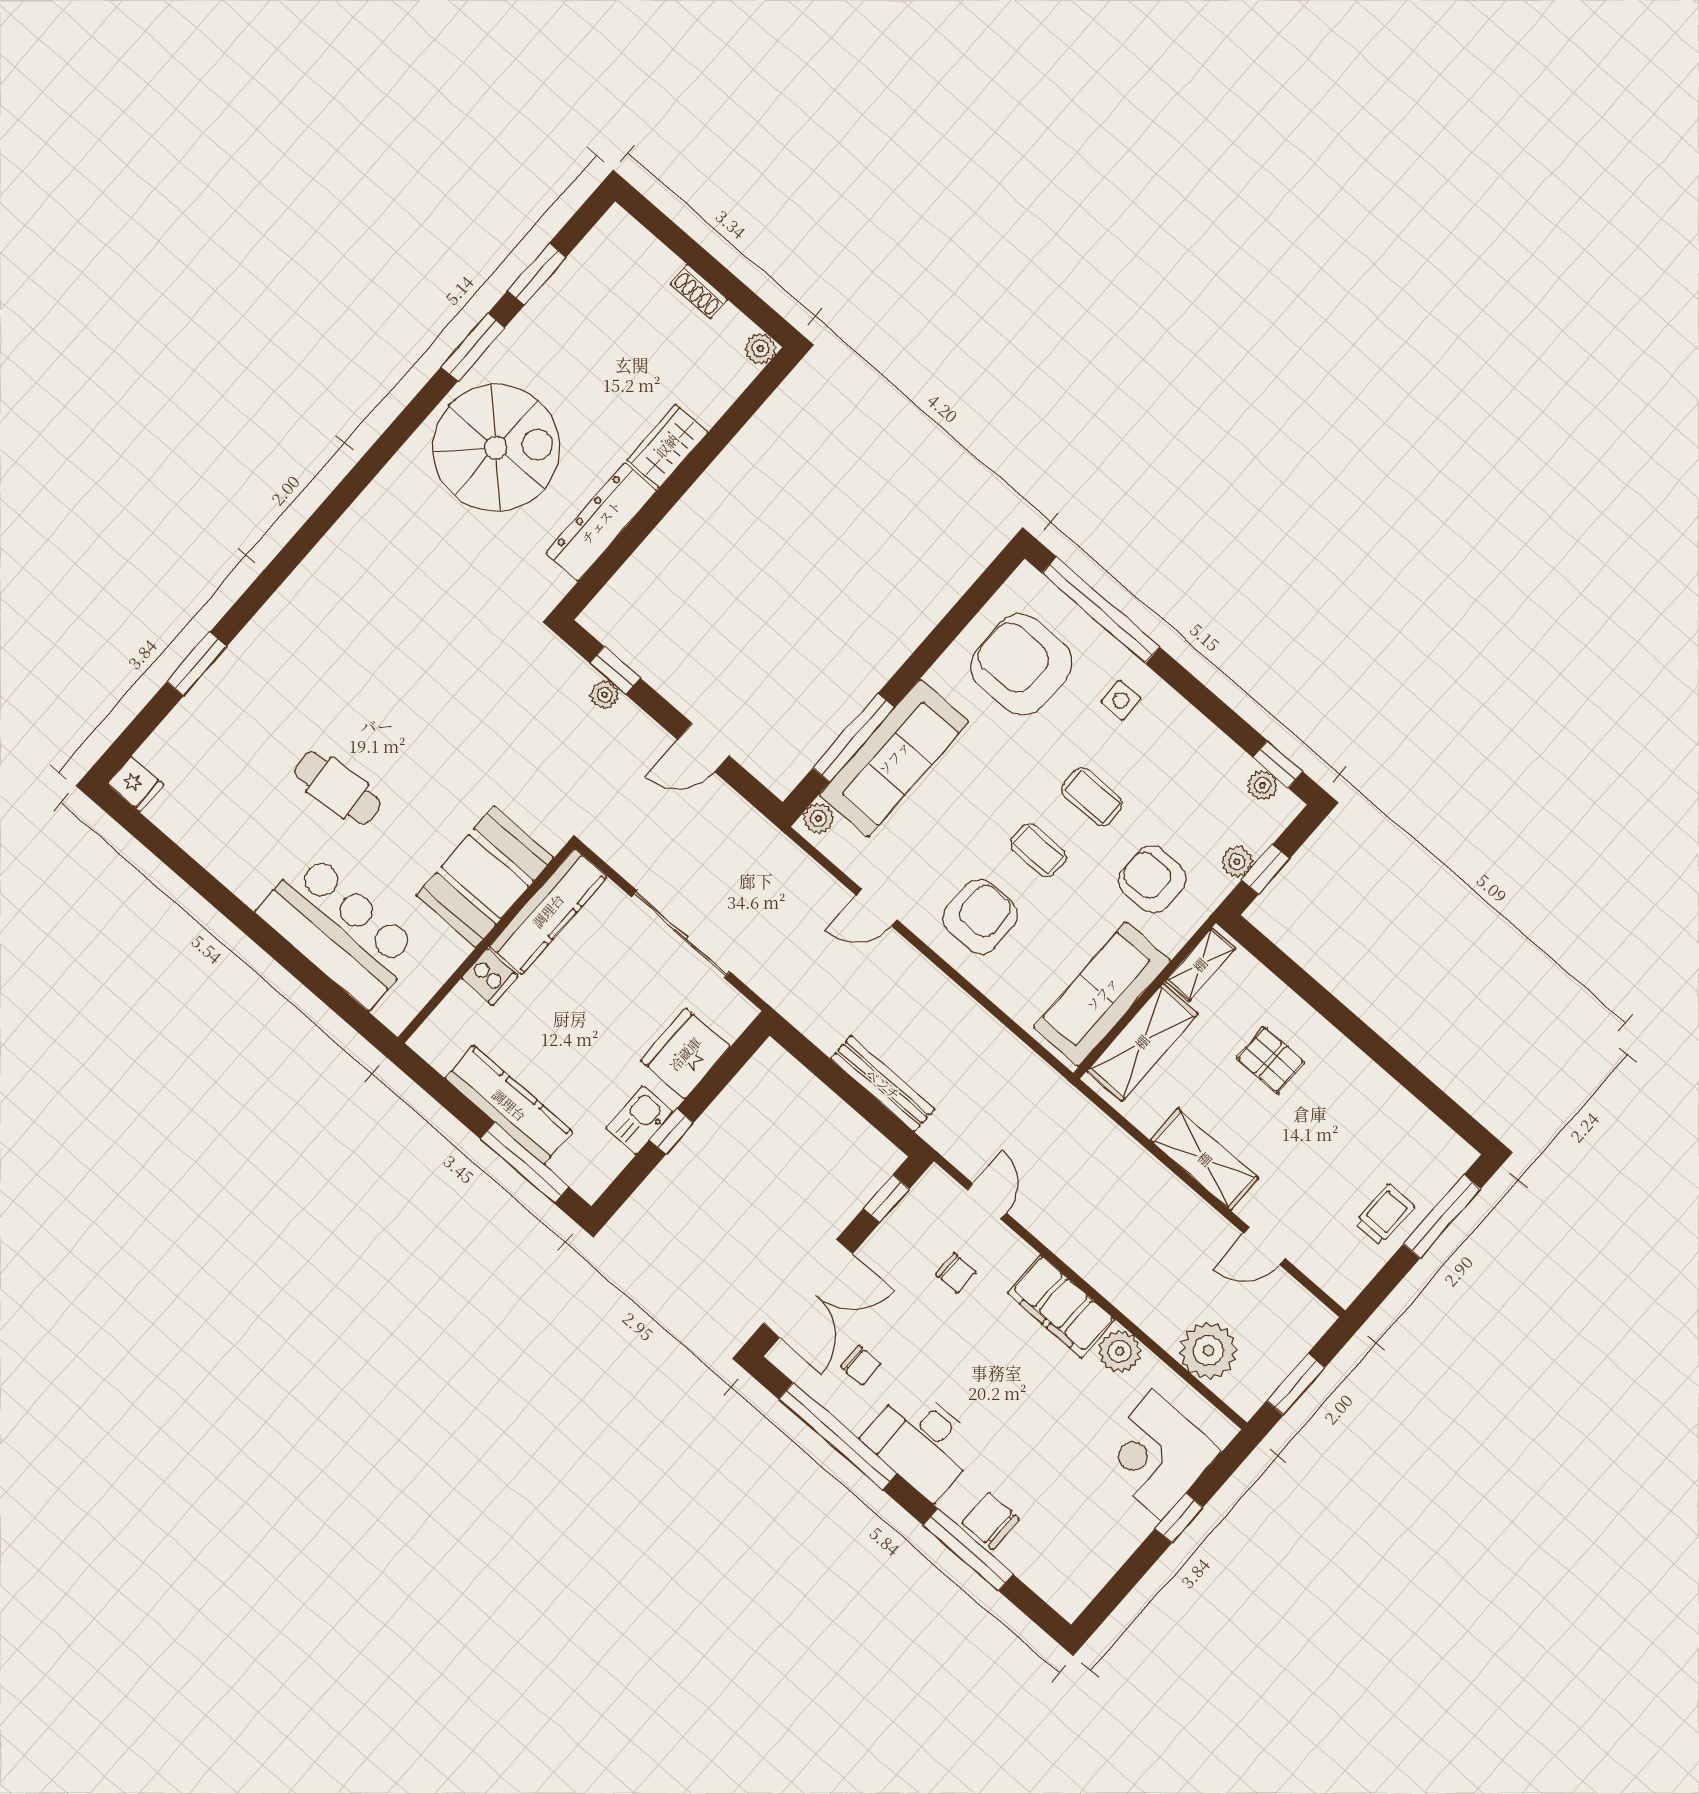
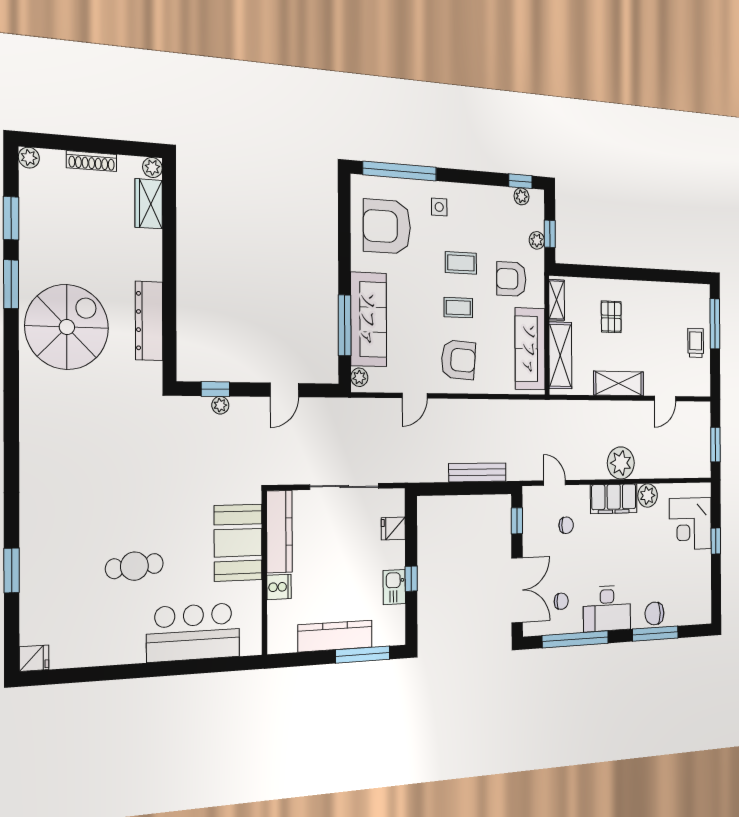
plant: (617, 223) -> (29, 158), added
shoe rack: (699, 291) -> (92, 161), width x1.43
wardrobe: (667, 446) -> (149, 204), moved
armchair: (980, 917) -> (458, 360), turned 94
fridge: (685, 1054) -> (393, 529), width x0.53, depth x0.75
pallet: (1271, 1060) -> (611, 317), turned 90
plant: (1208, 1350) -> (621, 463), moved

